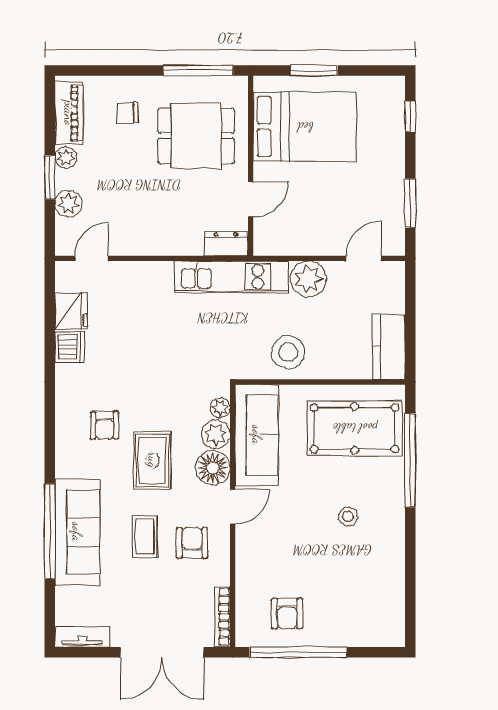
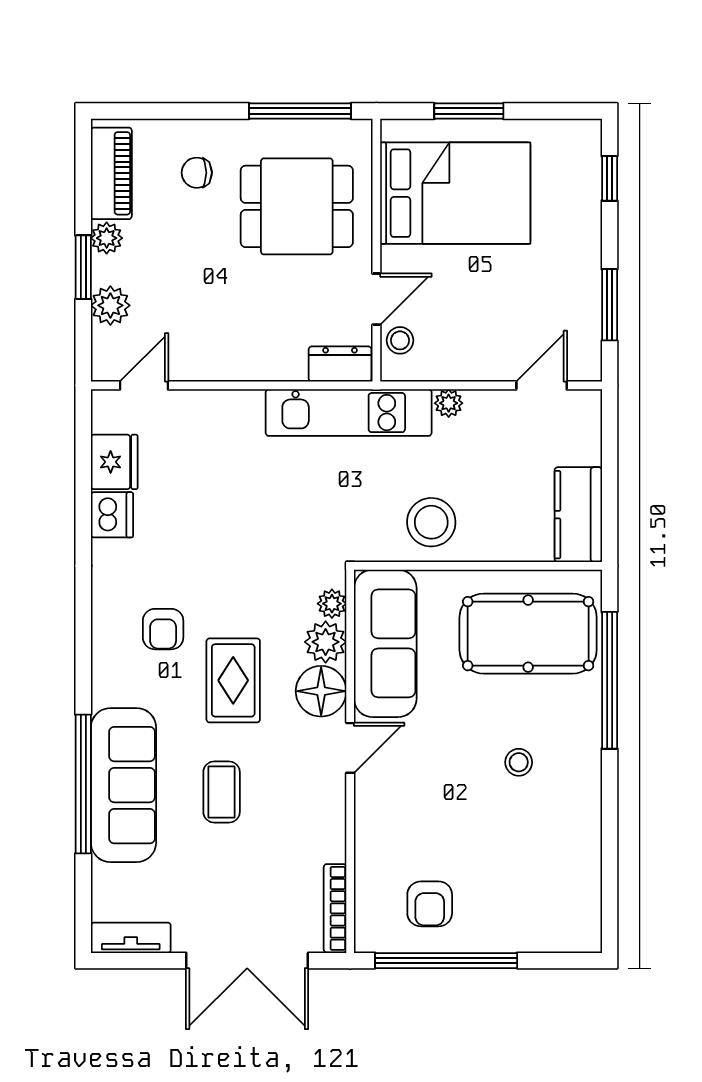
stool: (267, 228) -> (400, 340), added
plant: (308, 279) -> (449, 403), width x0.53, depth x0.53
armchair: (192, 543) -> (291, 801), removed

